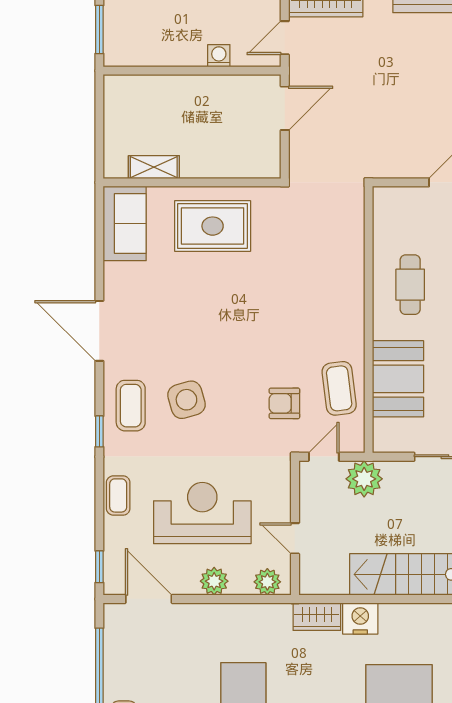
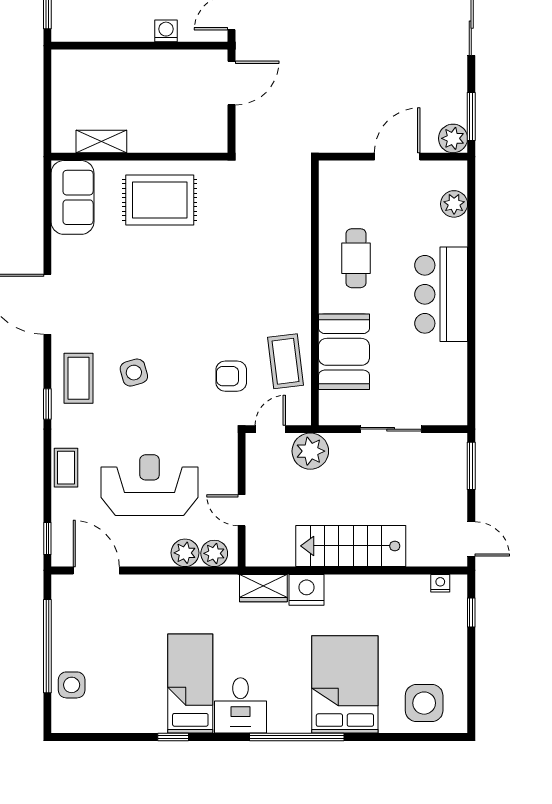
side table: (186, 400) -> (134, 373), width x0.73, depth x0.73
plant: (214, 581) -> (185, 553), moved

